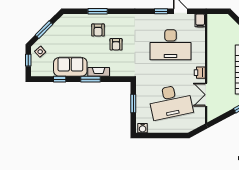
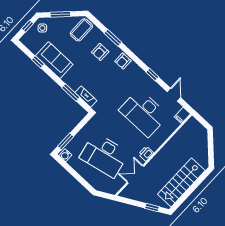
window: (161, 11) -> (152, 75), moved
coffee table: (70, 27) -> (81, 30), added
armchair: (116, 44) -> (123, 61), moved
fireplace: (99, 72) -> (86, 97), moved
window: (91, 79) -> (71, 93), moved
window: (133, 103) -> (66, 141), moved

